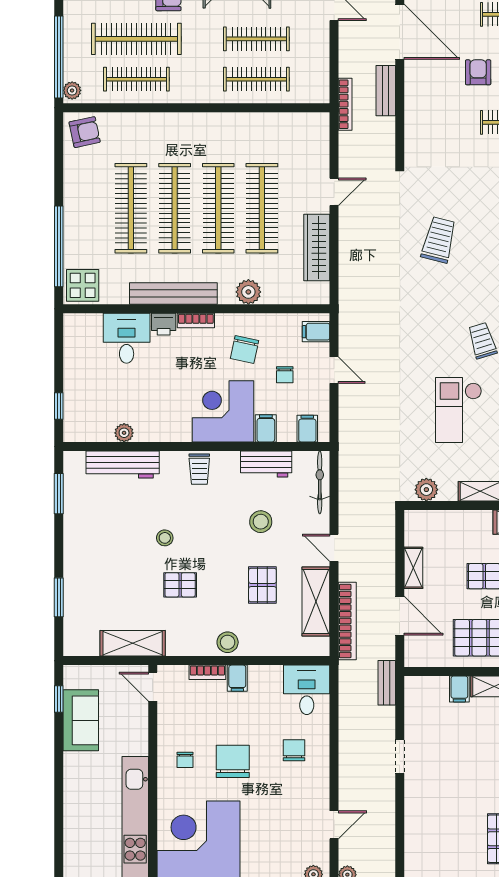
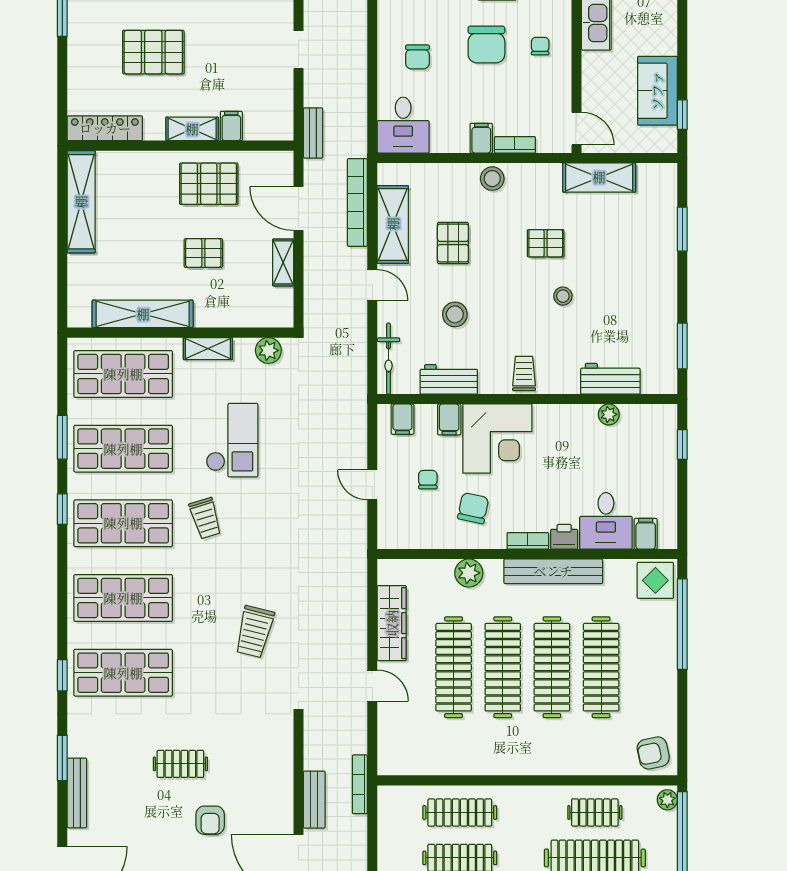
clothes rail: (136, 79) -> (595, 812), width x0.73
door: (334, 192) -> (372, 686), swing flipped
filing cabinet: (316, 332) -> (646, 534), moved, turned -90
workbench: (123, 464) -> (610, 379), width x0.73

